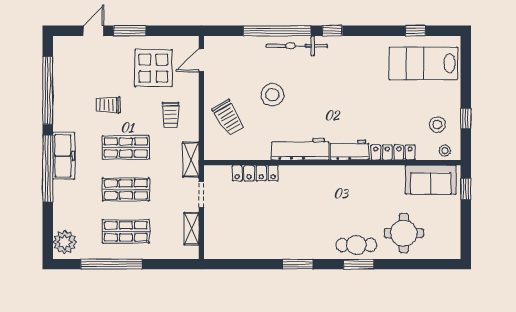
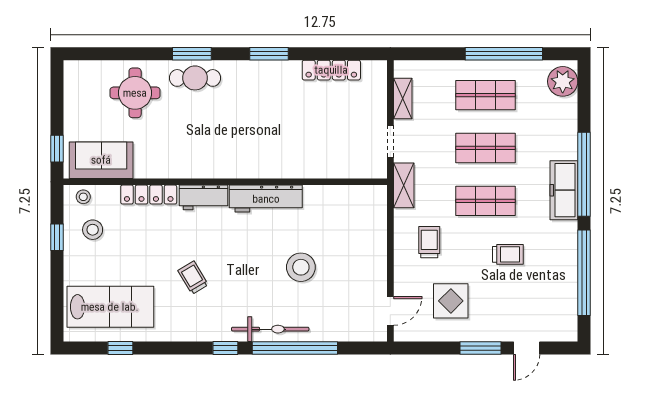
display table: (153, 68) -> (451, 301), width x0.73, depth x0.73
trolley: (228, 117) -> (193, 278), moved, width x0.73, depth x0.72
locker: (255, 173) -> (331, 70), moved, turned 180

